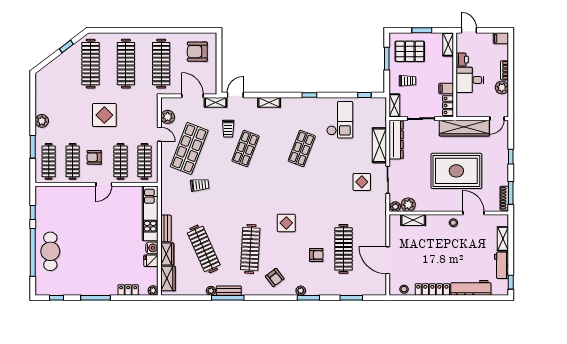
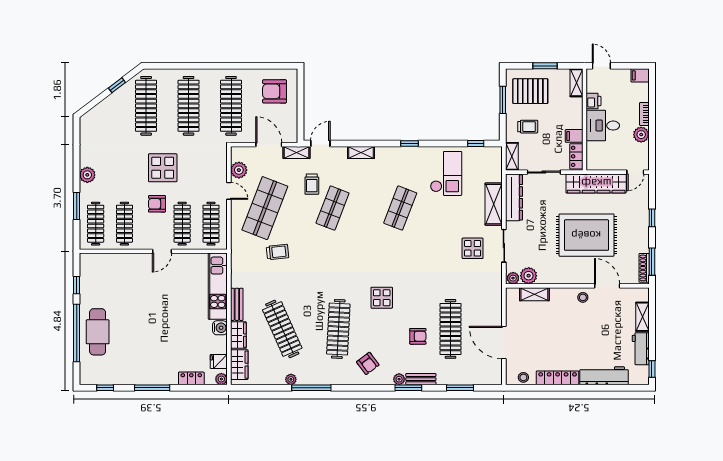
armchair: (94, 157) -> (157, 204), moved
fridge: (151, 261) -> (219, 361), moved
bench: (229, 291) -> (421, 379), moved

